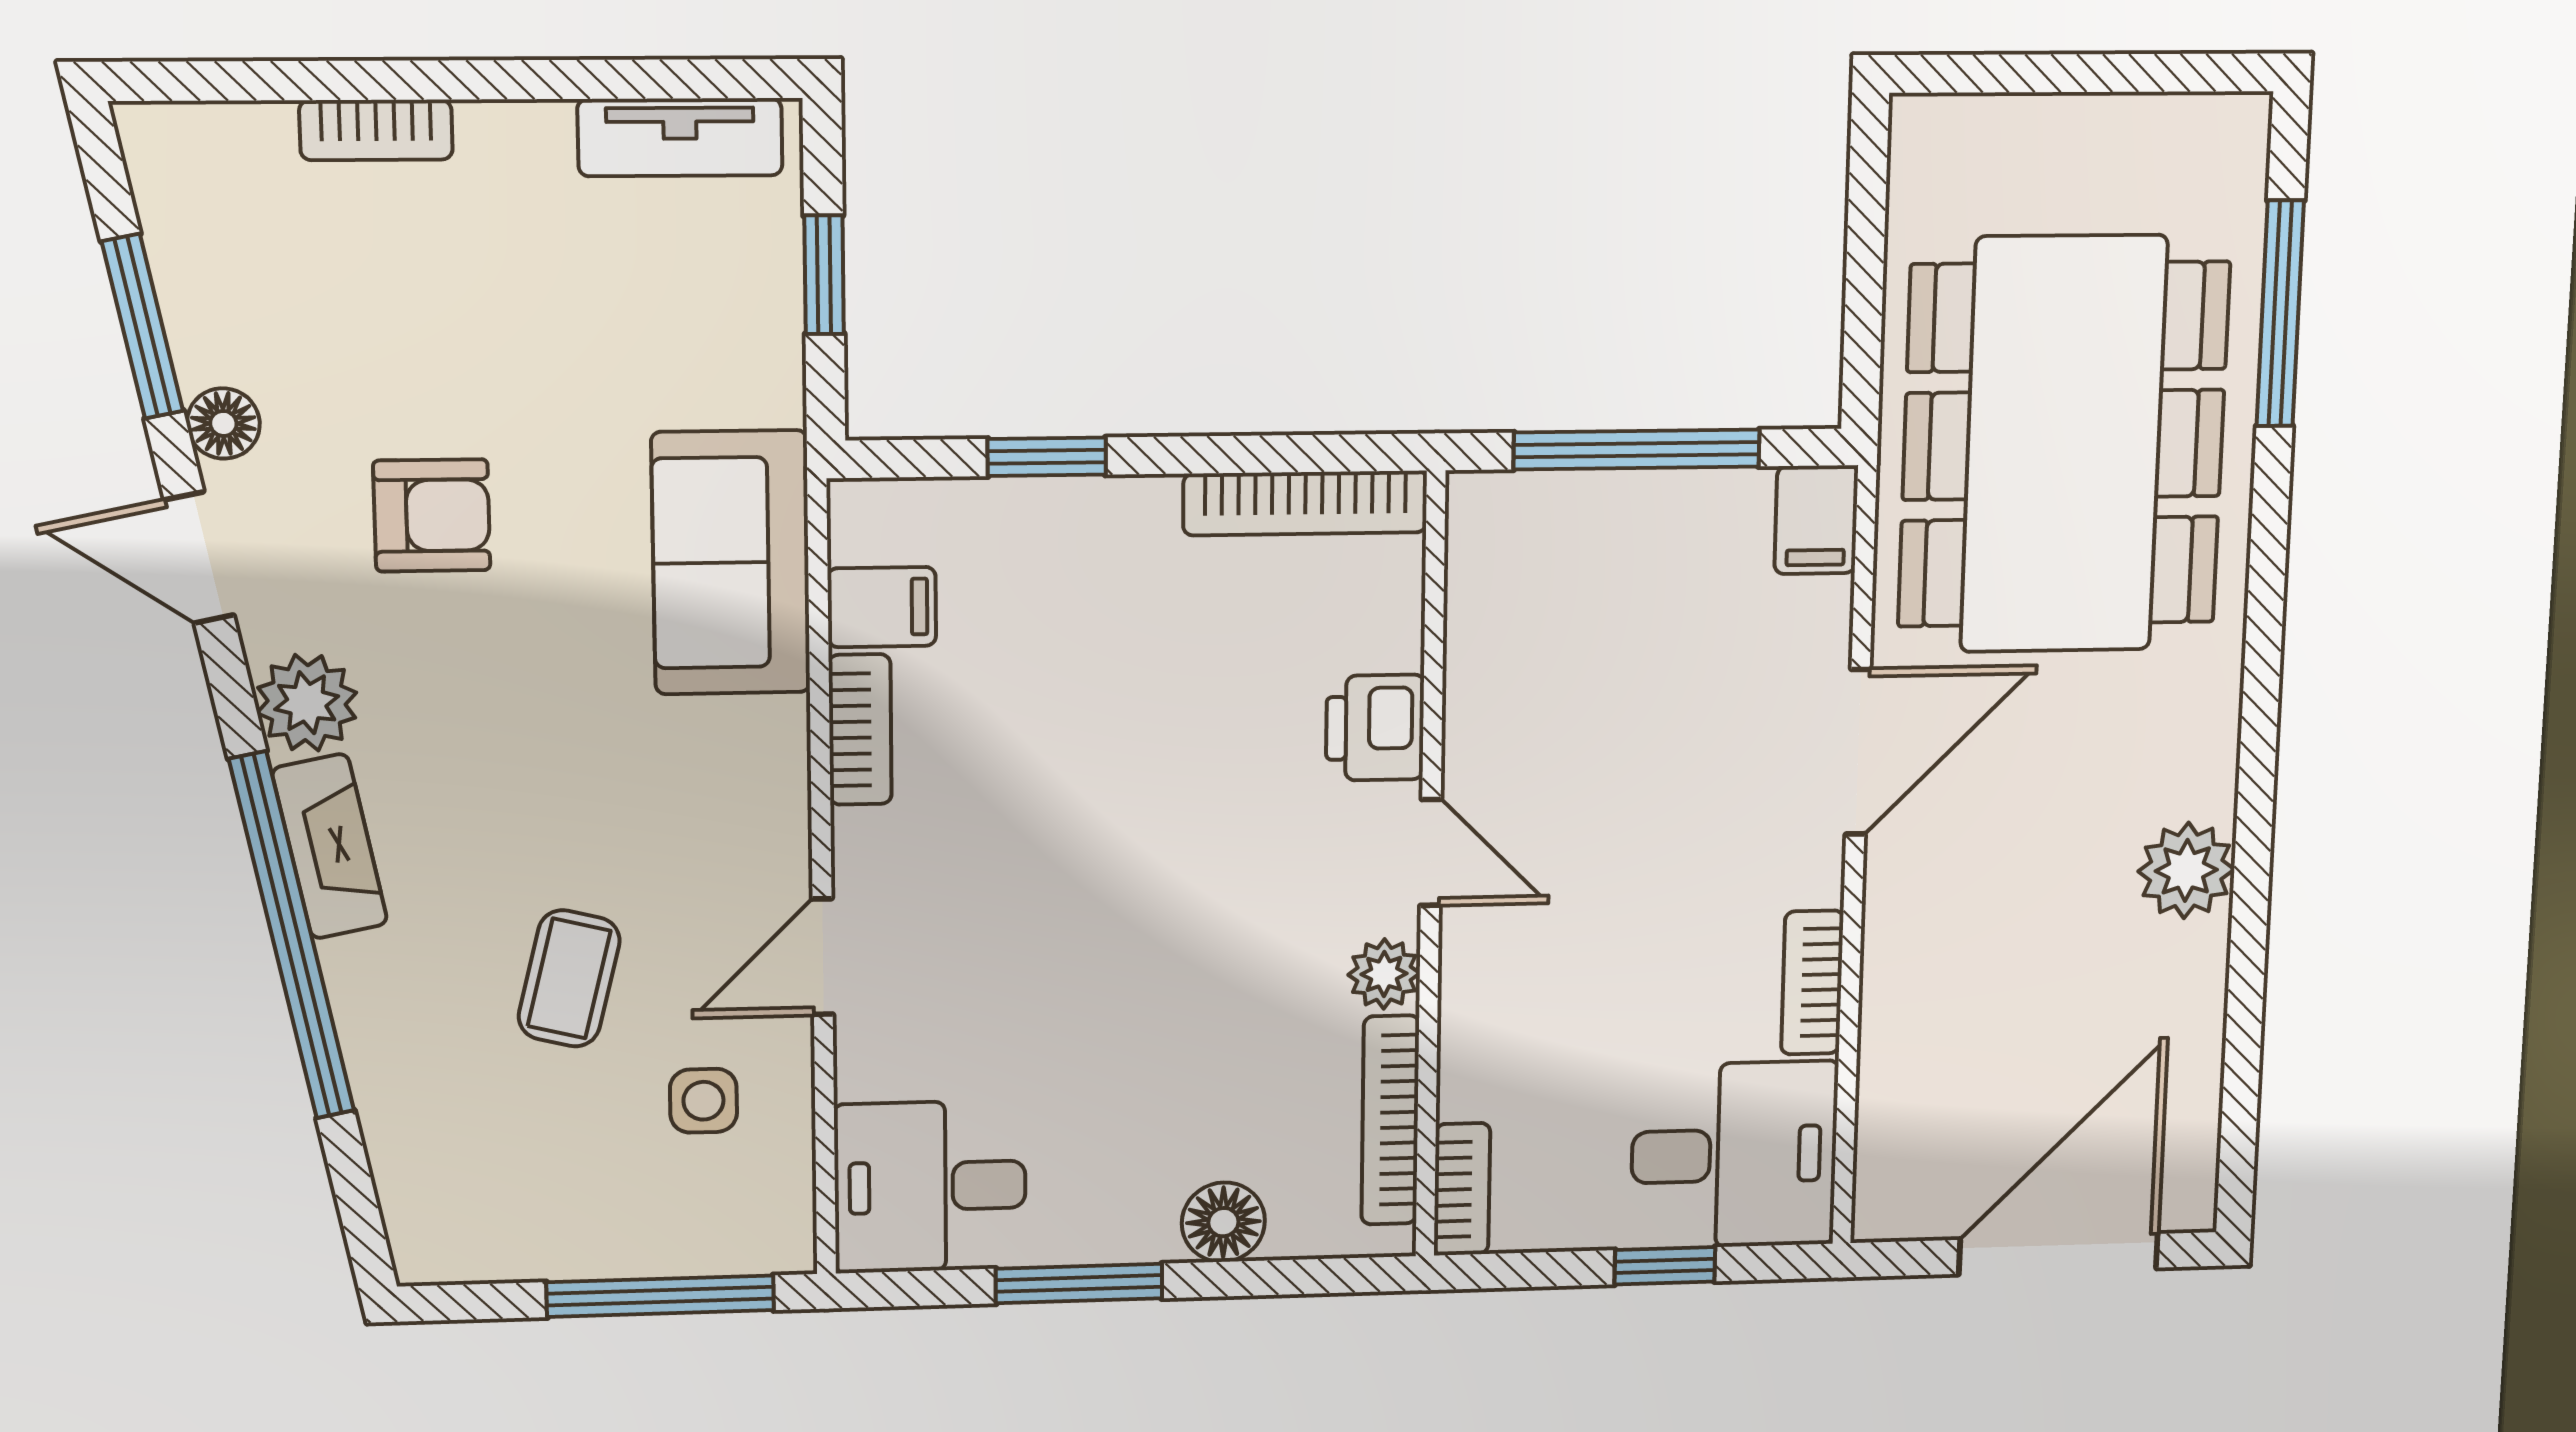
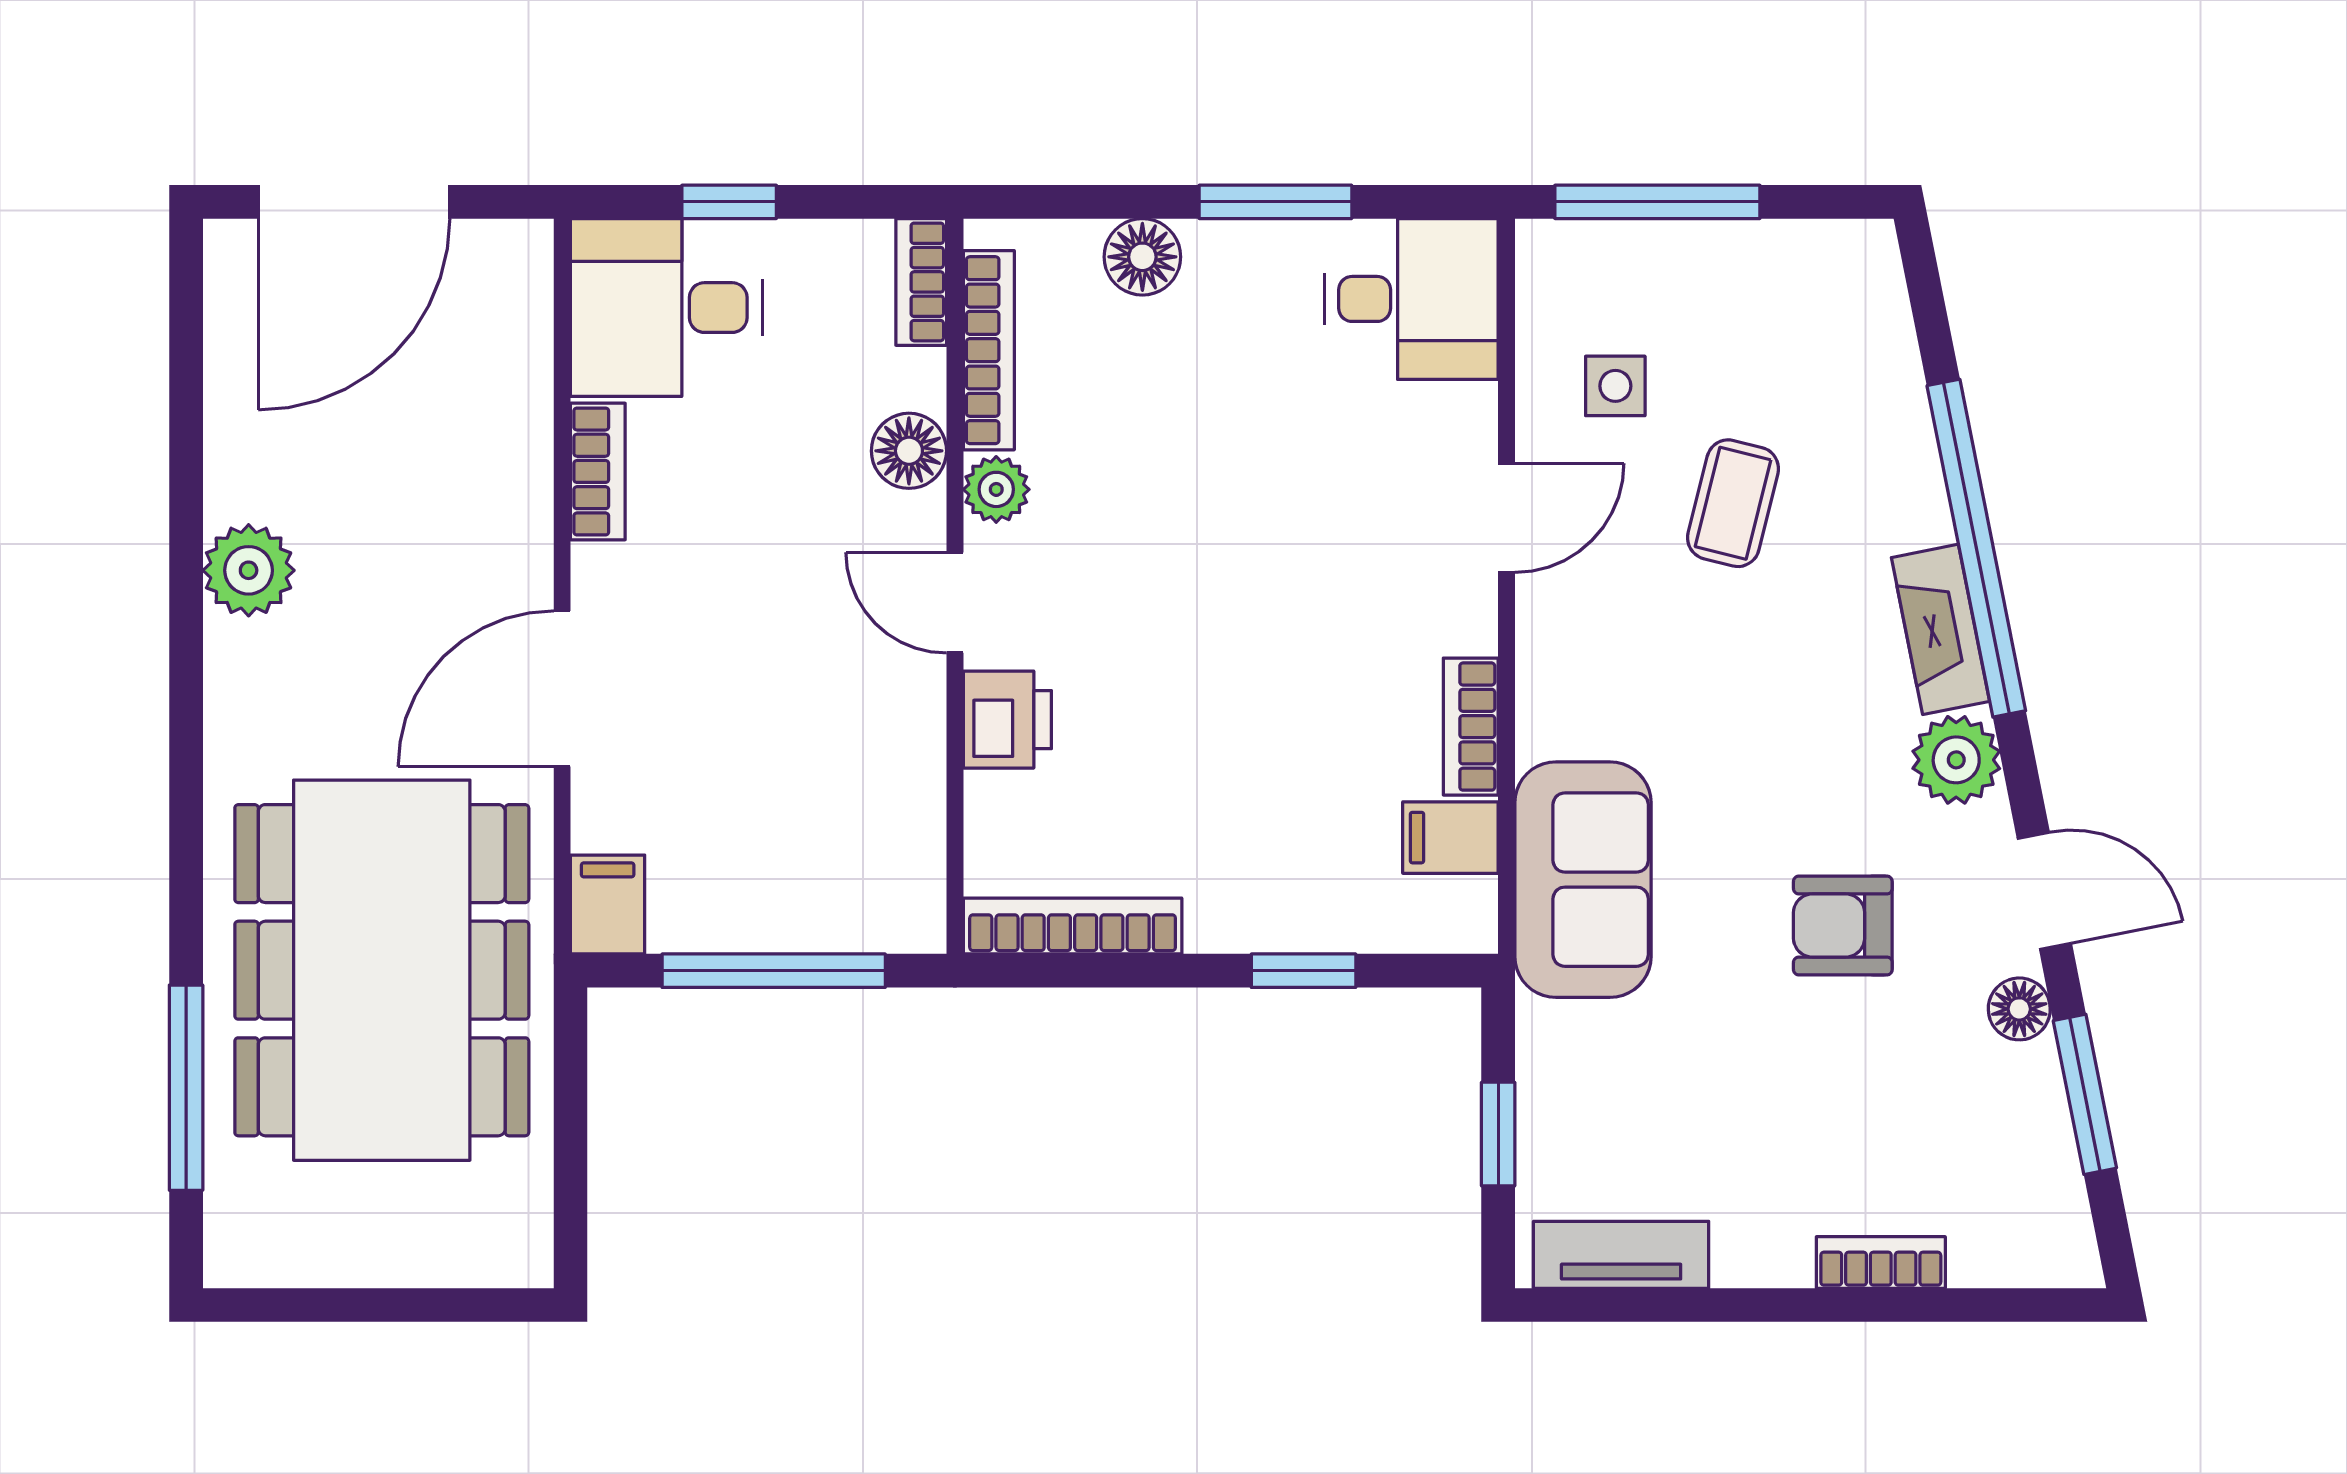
floor lamp: (1478, 1012) -> (909, 451), added

